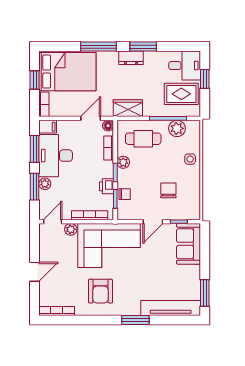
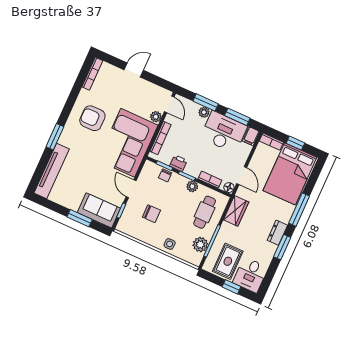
door: (35, 272) -> (134, 70), swing flipped
window: (205, 293) -> (80, 218), moved

